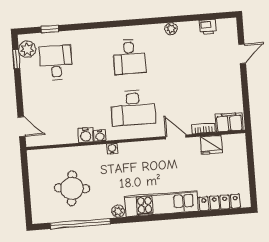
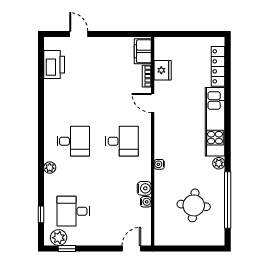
printer: (208, 27) -> (54, 65), width x1.87, depth x1.48
plant: (171, 29) -> (50, 168), moved
desk: (133, 108) -> (122, 141), width x0.73
water cooler: (100, 136) -> (146, 202), moved
door: (176, 137) -> (153, 103), hinge flipped

